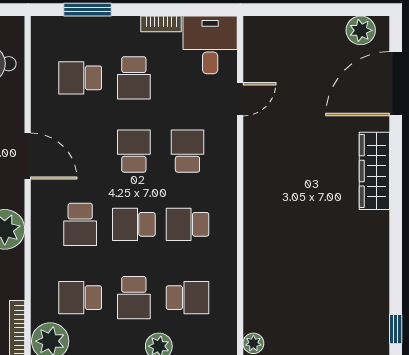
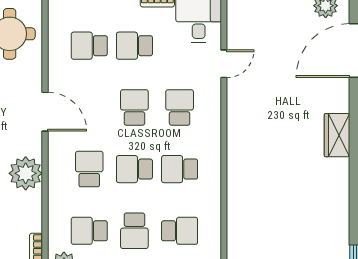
school desk: (134, 78) -> (134, 46), turned 90
wardrobe: (374, 171) -> (337, 135), width x0.67
school desk: (80, 224) -> (89, 169), turned 180

